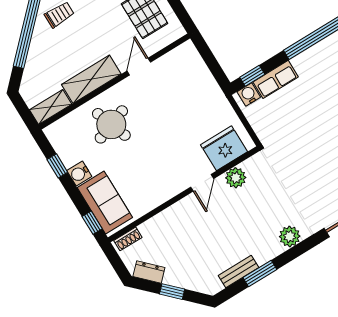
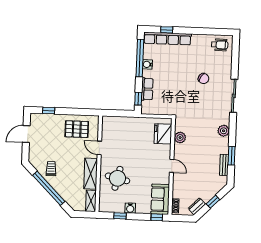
water cooler: (249, 94) -> (147, 64), moved
round table: (111, 124) -> (117, 178), turned 33
door: (202, 183) -> (172, 166), moved
sofa: (105, 202) -> (160, 199), moved, turned -90

